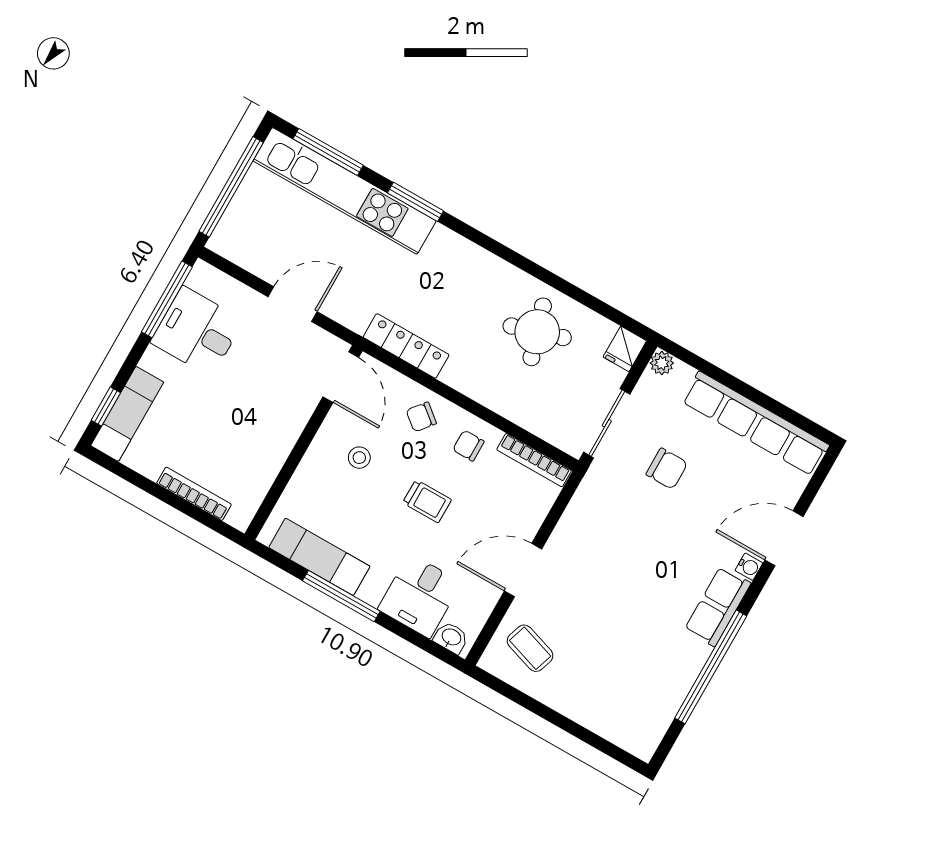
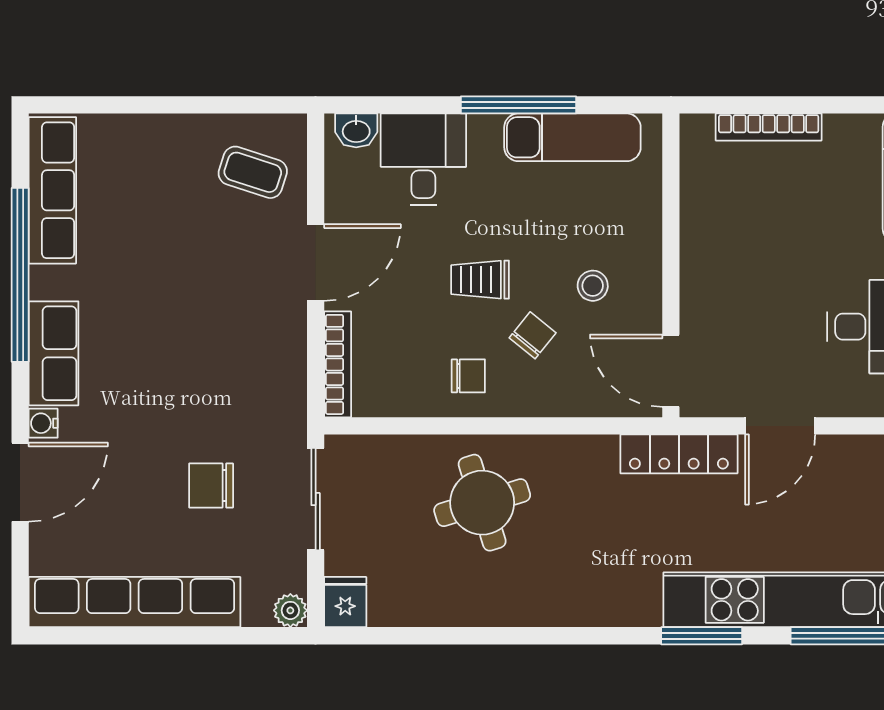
round table: (537, 332) -> (482, 503), moved
locker: (406, 346) -> (679, 454), moved
chair: (421, 417) -> (533, 335), moved
bookcase: (534, 460) -> (338, 364), moved, turned 90
row of seats: (661, 708) -> (52, 190), added

